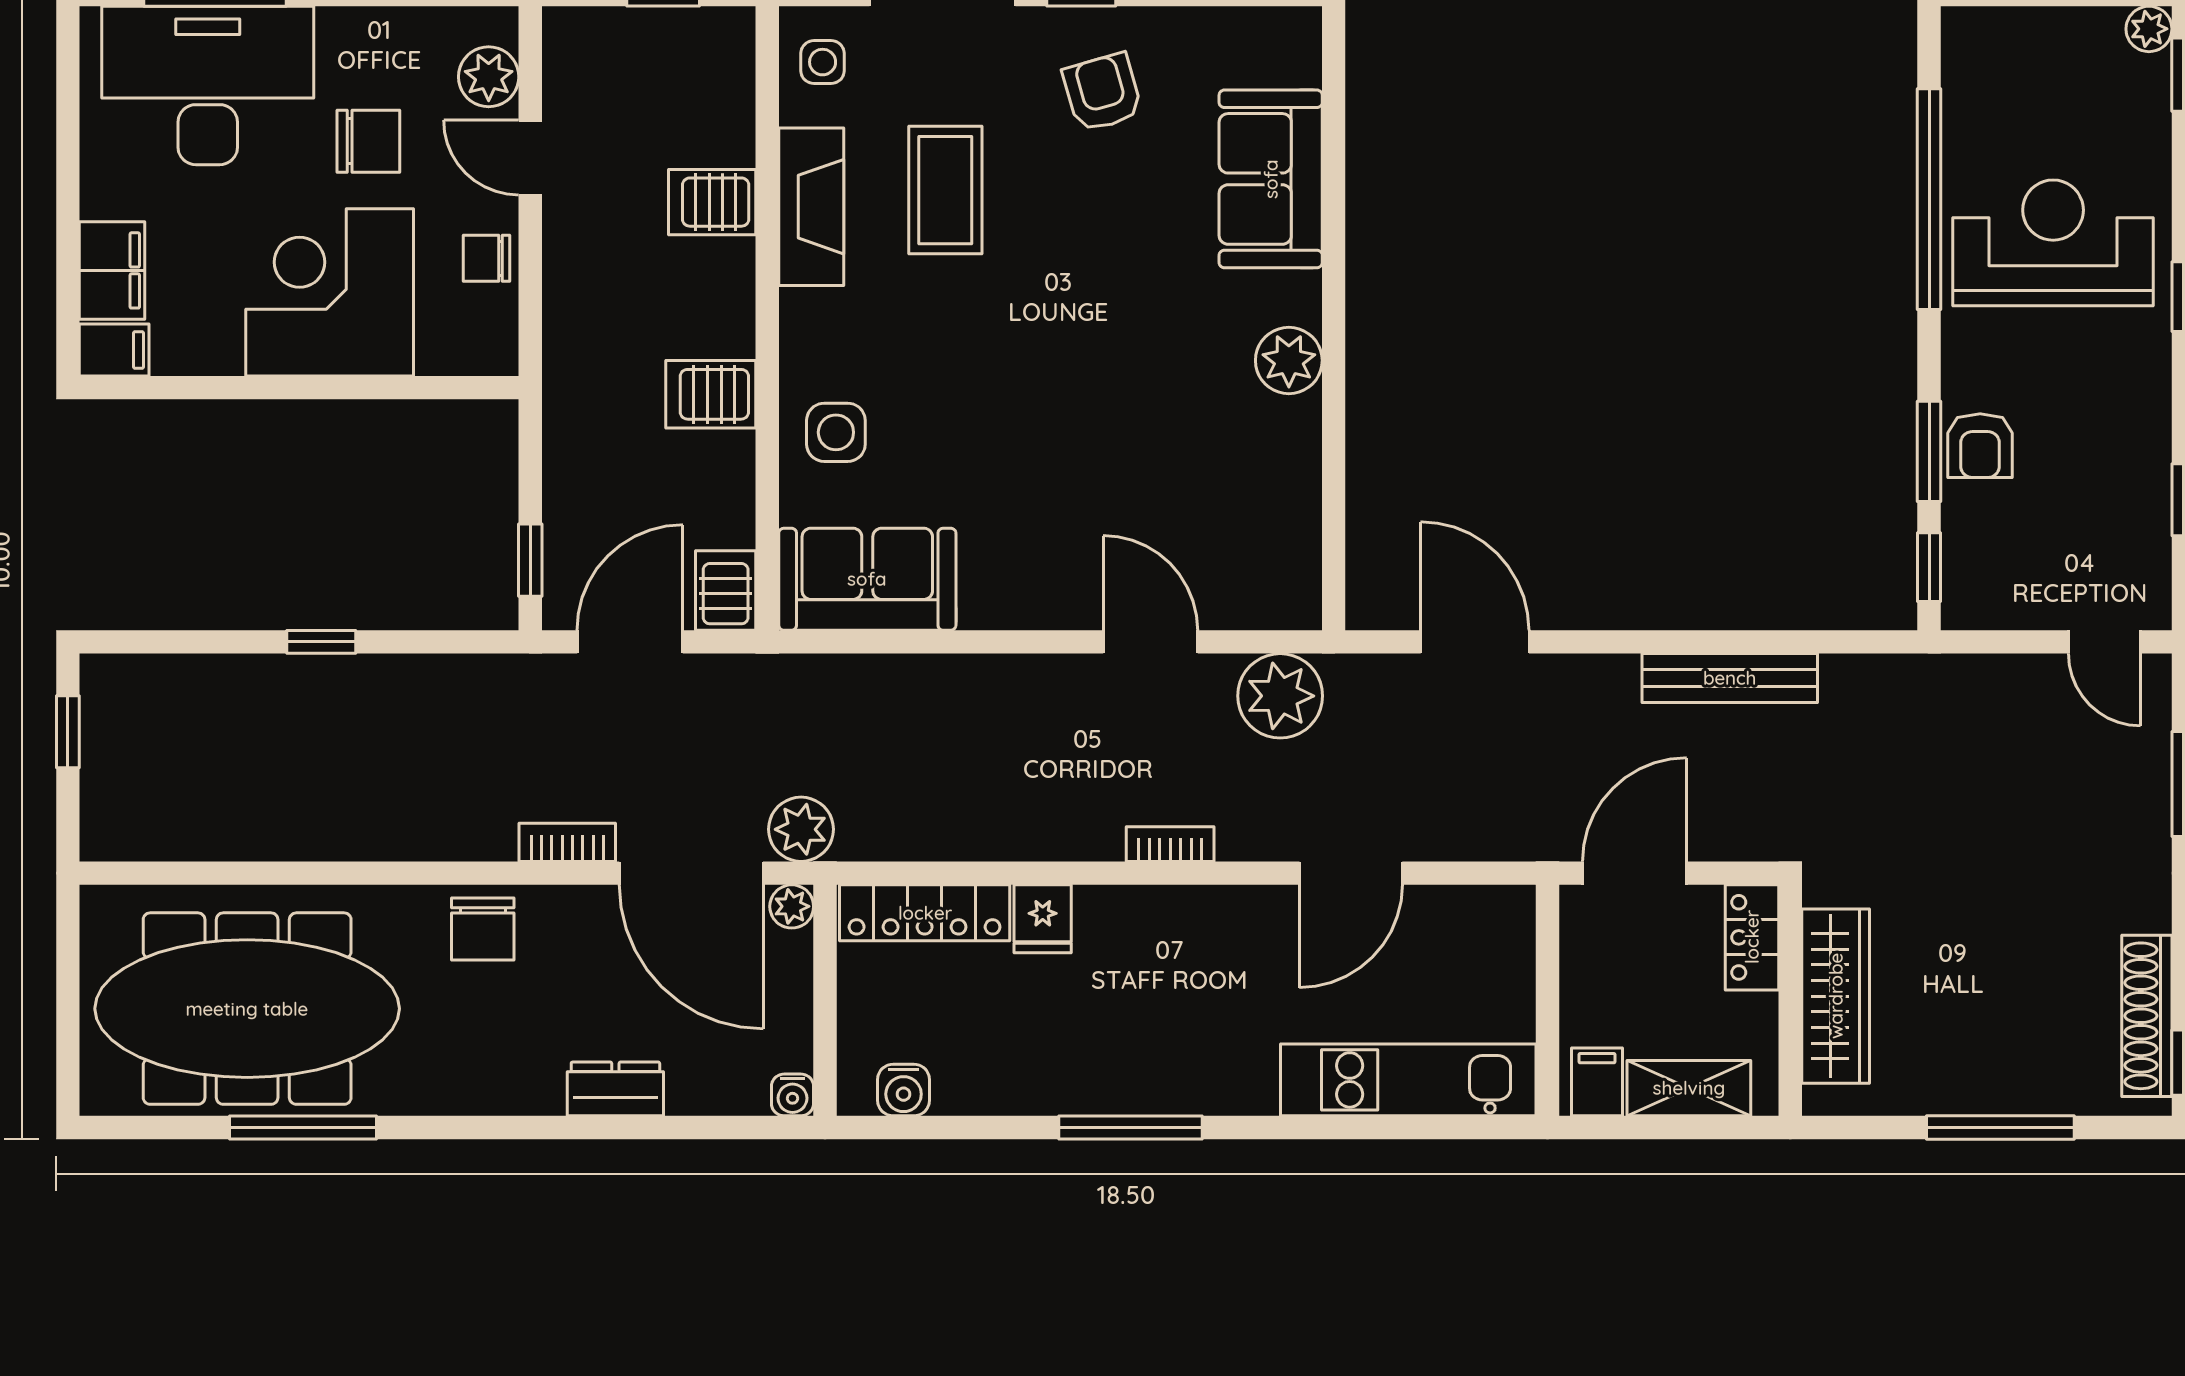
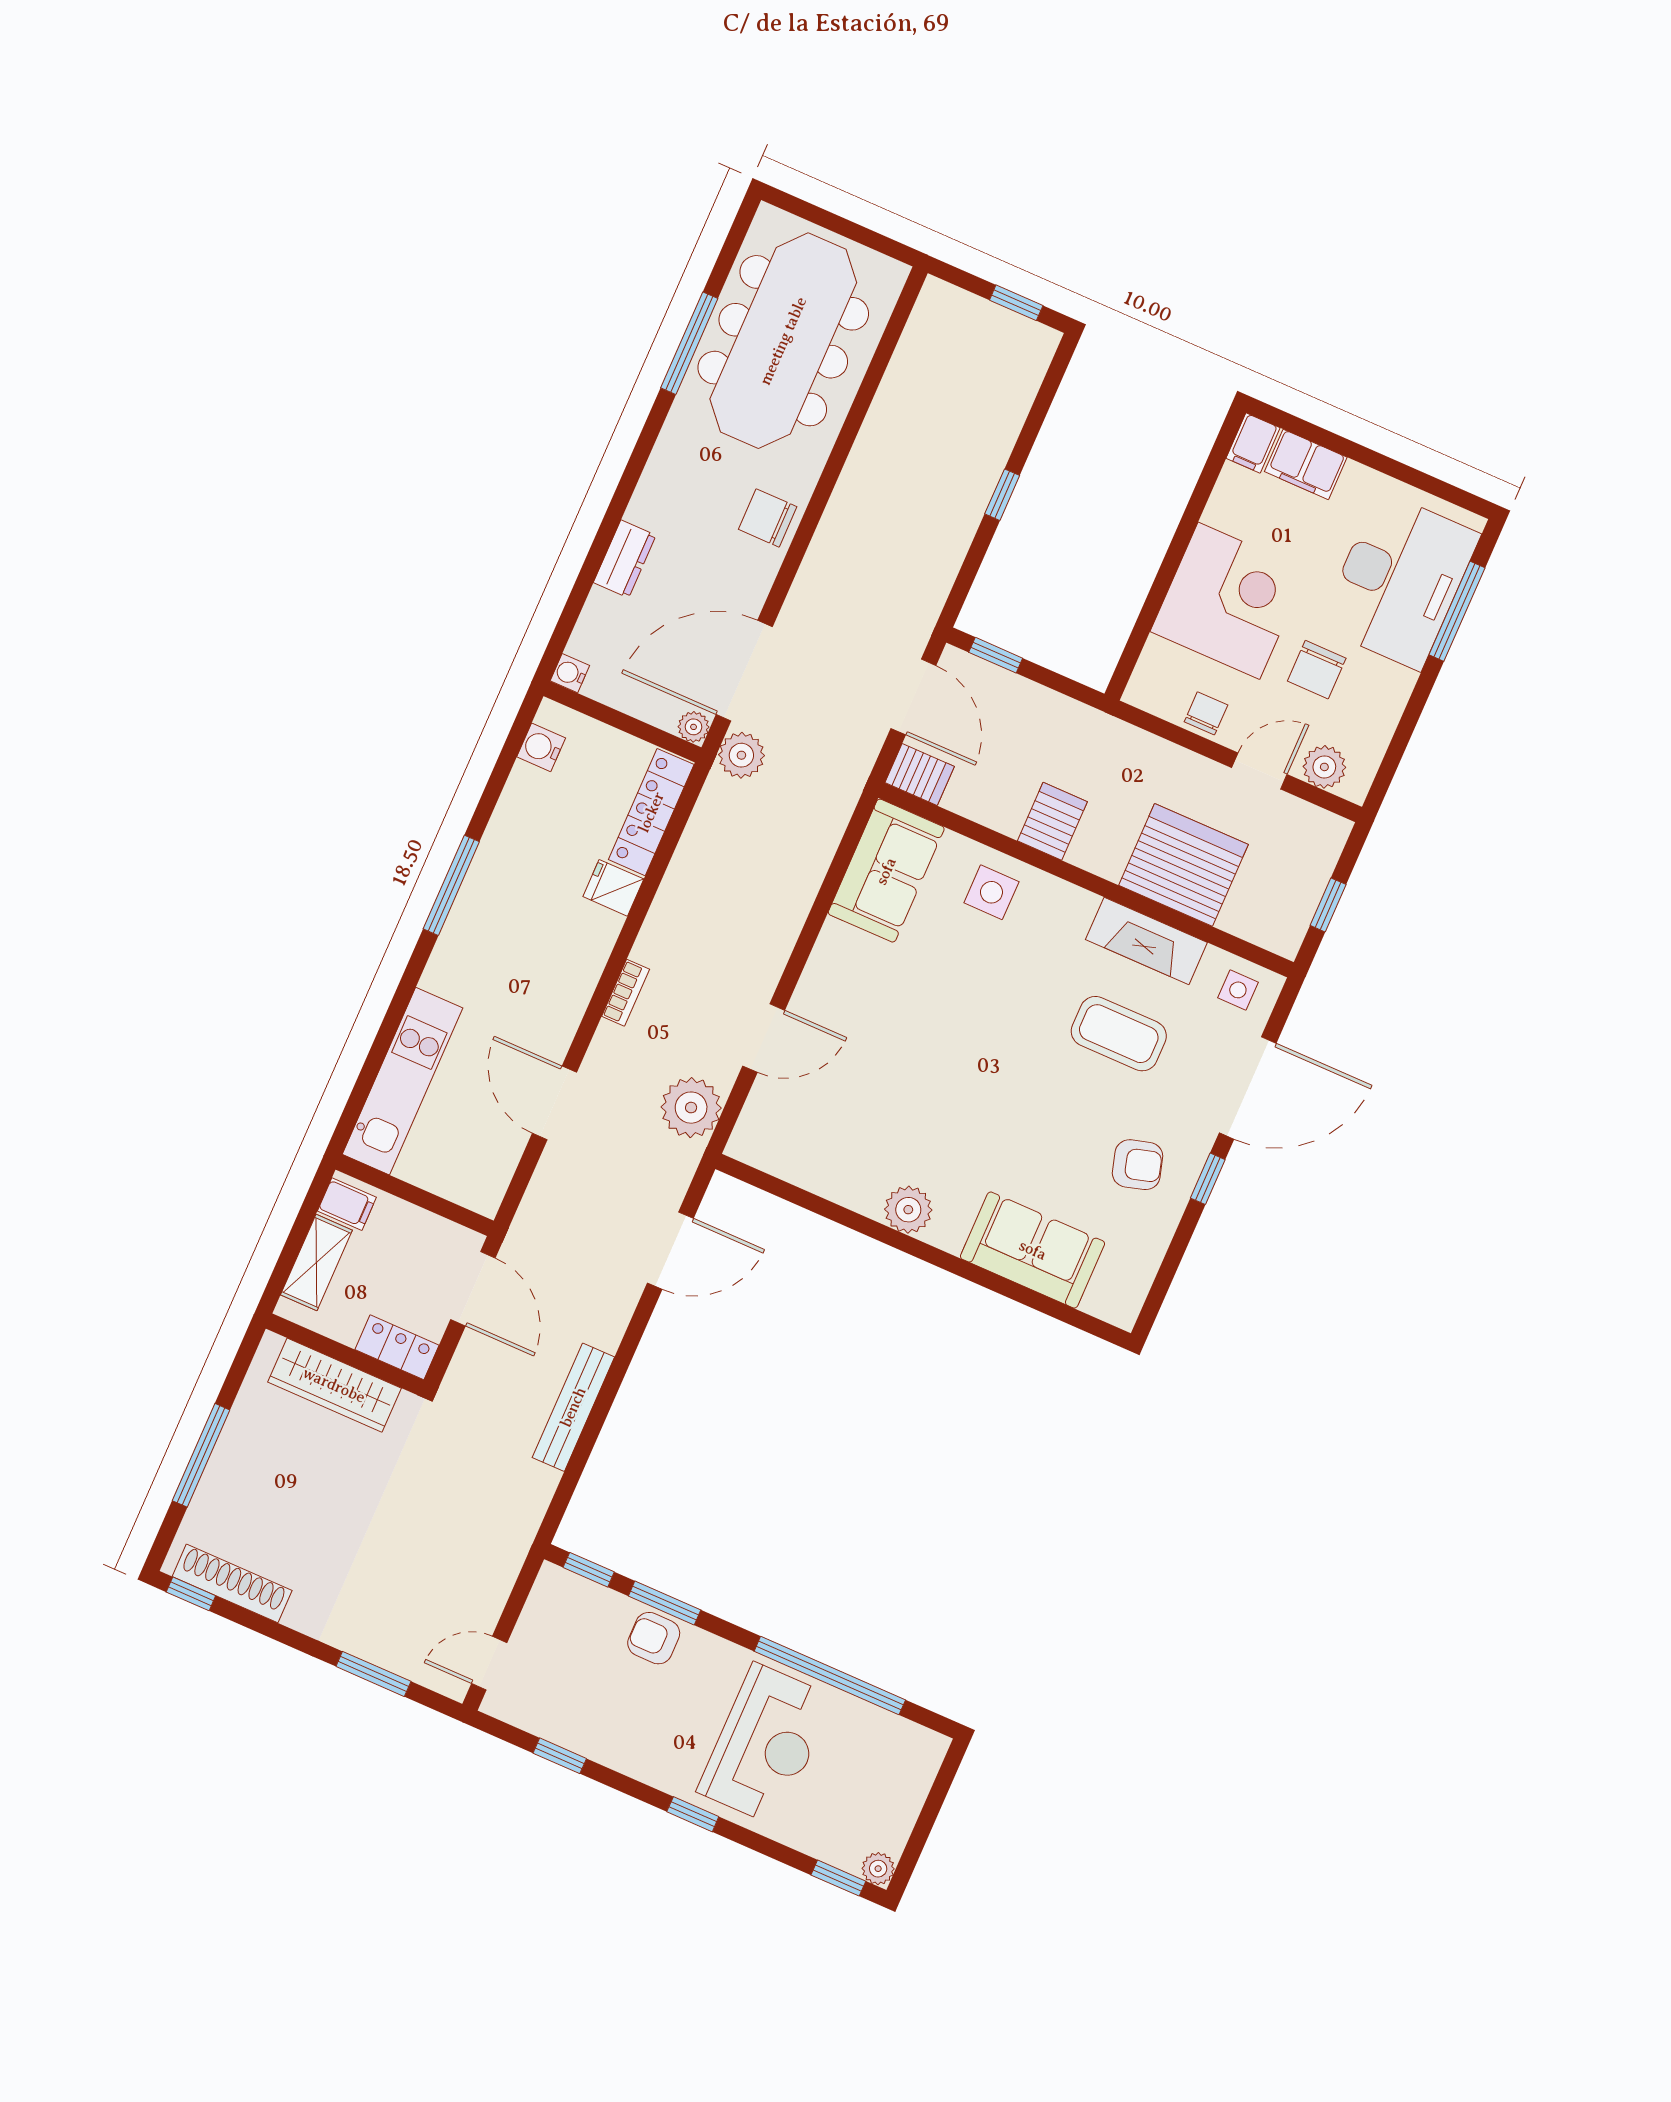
server rack: (712, 202) -> (1183, 865), width x2.18, depth x1.44
bookcase: (567, 842) -> (800, 598), removed

